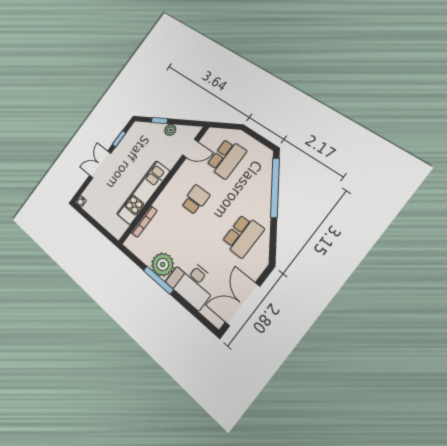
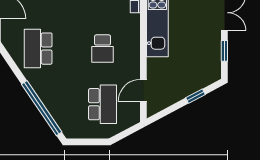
plant: (170, 130) -> (177, 94), removed
school desk: (226, 158) -> (103, 104), turned 180

